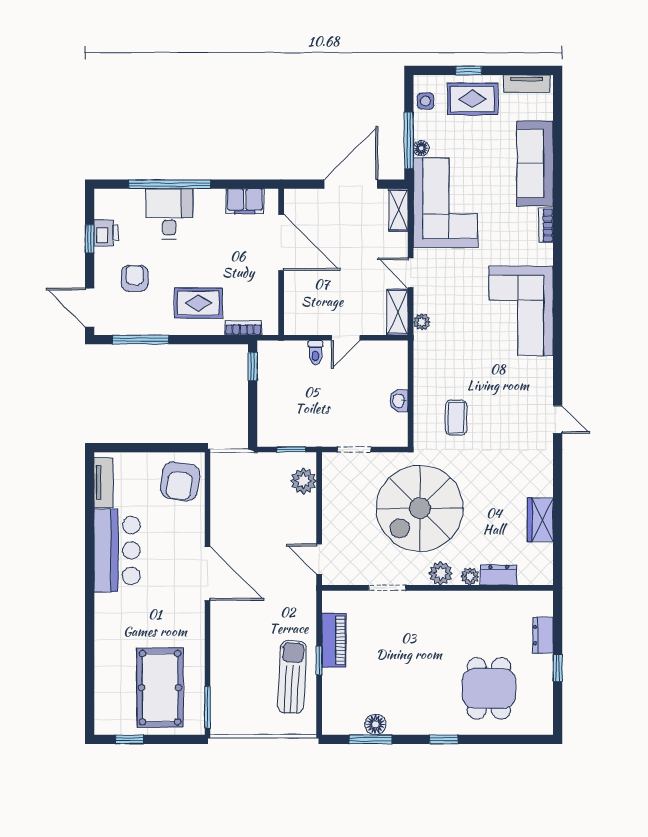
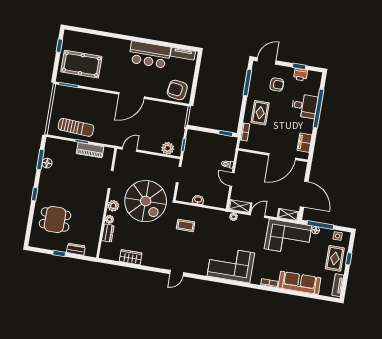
spiral stairs: (420, 508) -> (146, 201), turned 180

